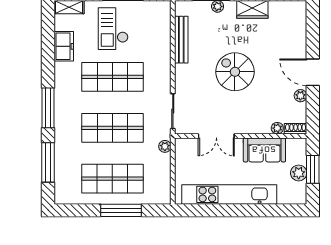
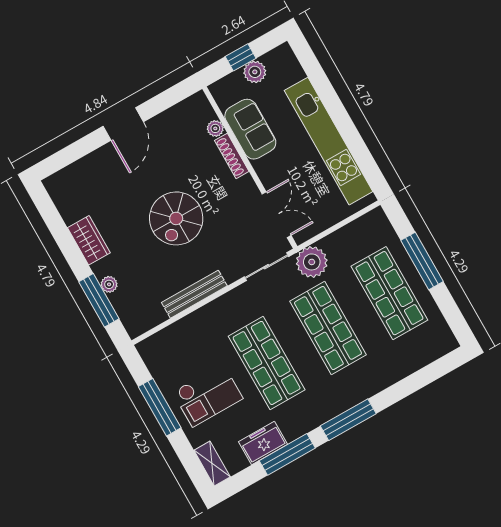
bench: (181, 40) -> (194, 294), moved
plant: (300, 96) -> (160, 123), removed
shoe rack: (296, 129) -> (232, 156), moved, width x1.43
double door: (216, 136) -> (277, 215), moved
plant: (165, 146) -> (312, 262), width x1.88, depth x1.88
window: (48, 162) -> (287, 454), moved
window: (313, 169) -> (241, 57), width x0.67

